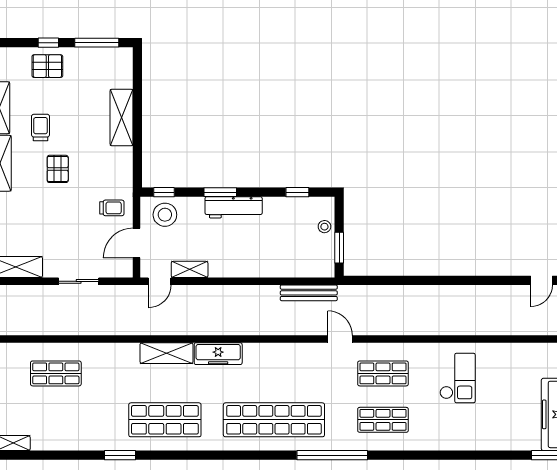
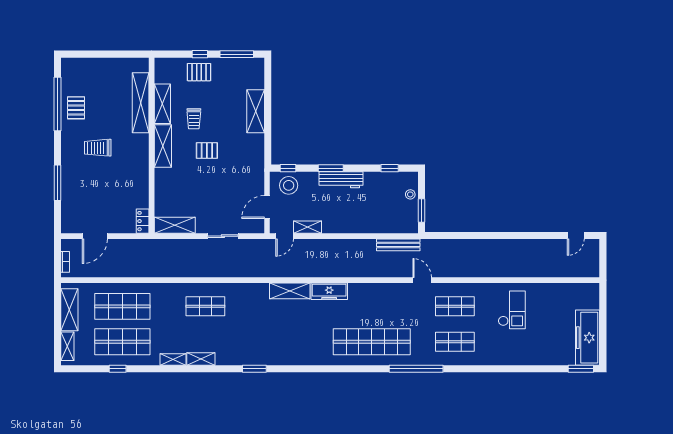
trolley: (41, 127) -> (194, 119), turned 180
pallet: (58, 169) -> (207, 150), turned 90
trolley: (112, 208) -> (248, 180), removed
shop shelf: (165, 420) -> (289, 342), removed
shelving: (50, 442) -> (201, 359), added

